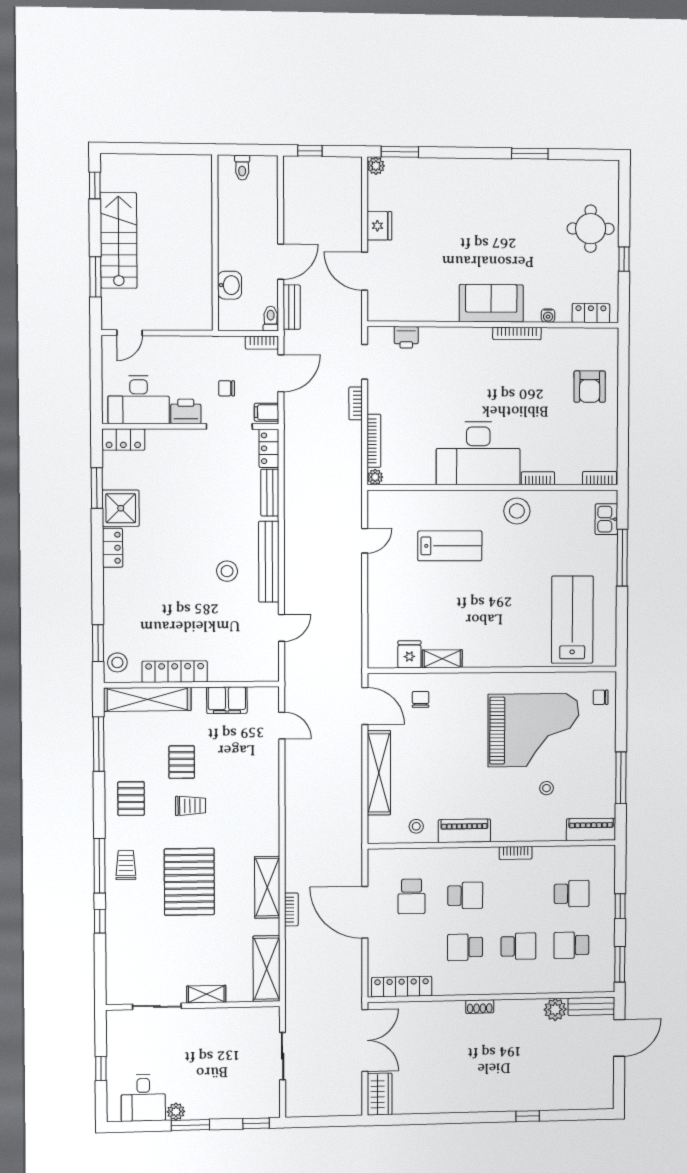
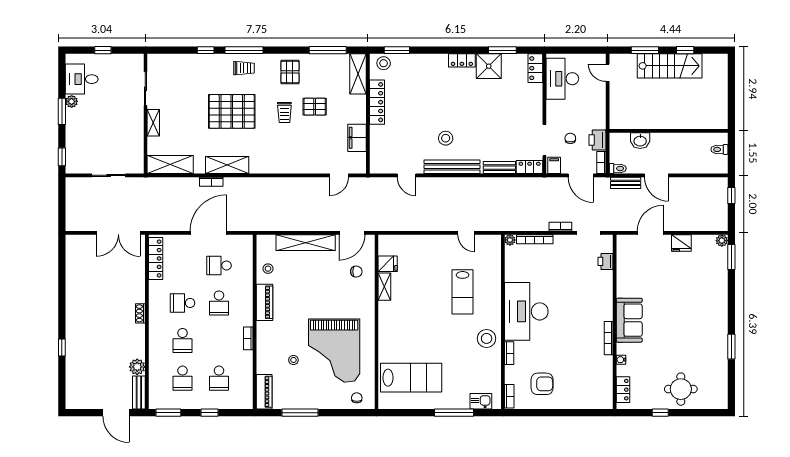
window: (95, 185) -> (685, 50), moved
armchair: (590, 387) -> (542, 384), moved, turned 180
printer: (186, 411) -> (597, 140), moved, turned 180
shelving: (147, 699) -> (358, 74), width x0.68
pallet: (131, 799) -> (290, 72), turned 90
school desk: (571, 945) -> (183, 378), turned 180
school desk: (465, 947) -> (183, 303), turned -90
wardrobe: (380, 1094) -> (80, 243), removed

